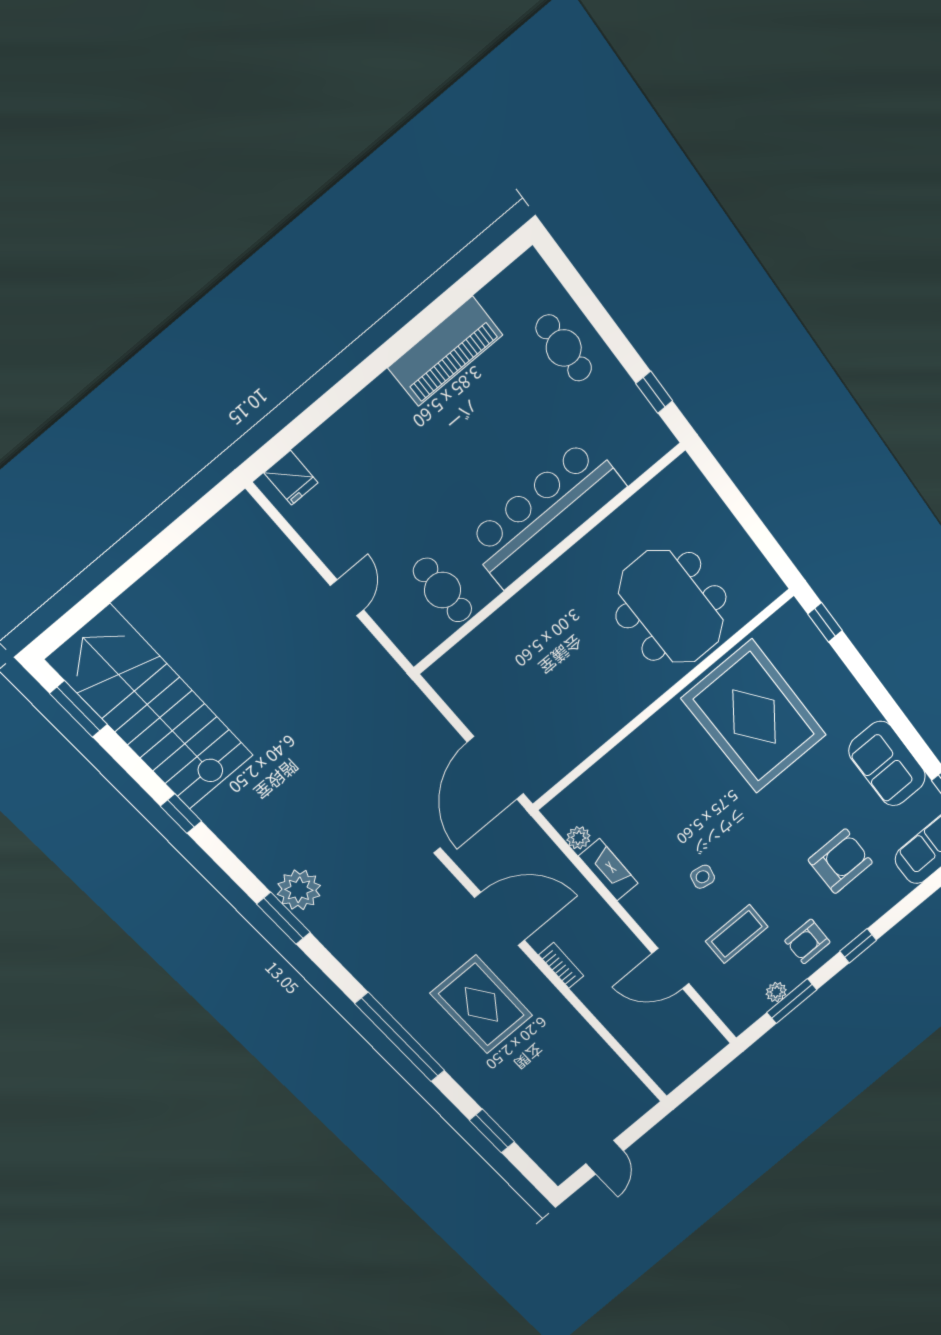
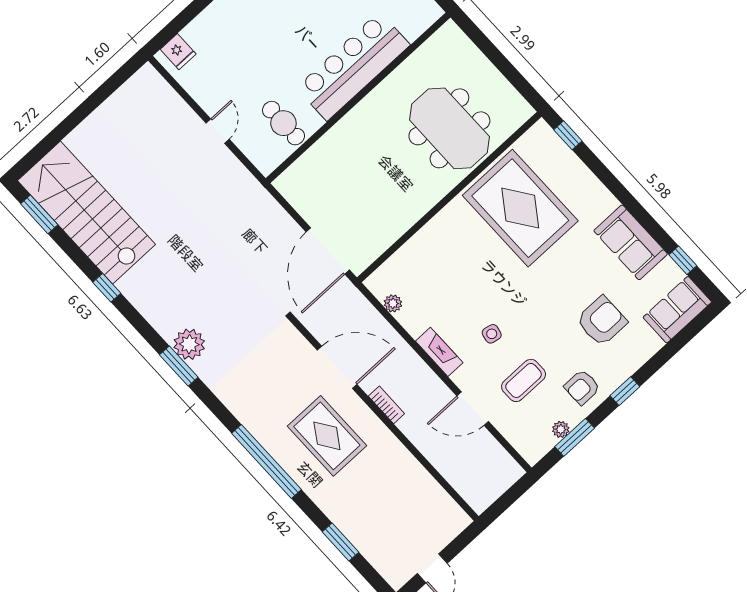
fireplace: (608, 870) -> (439, 352), moved

